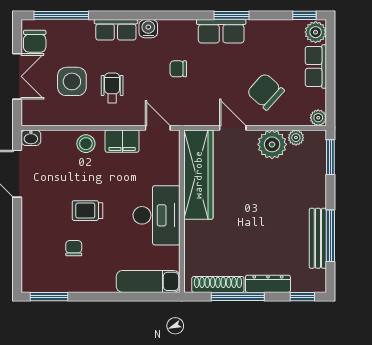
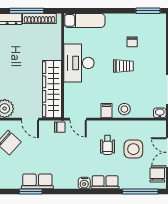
chair: (178, 69) -> (60, 127), moved
filing cabinet: (122, 141) -> (107, 111), width x0.50

